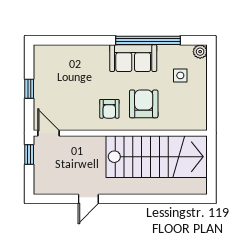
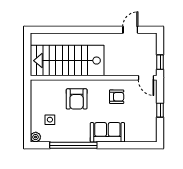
sofa: (133, 58) -> (107, 132), moved
armchair: (109, 109) -> (117, 97), moved, turned 90
door: (88, 199) -> (130, 30), moved

